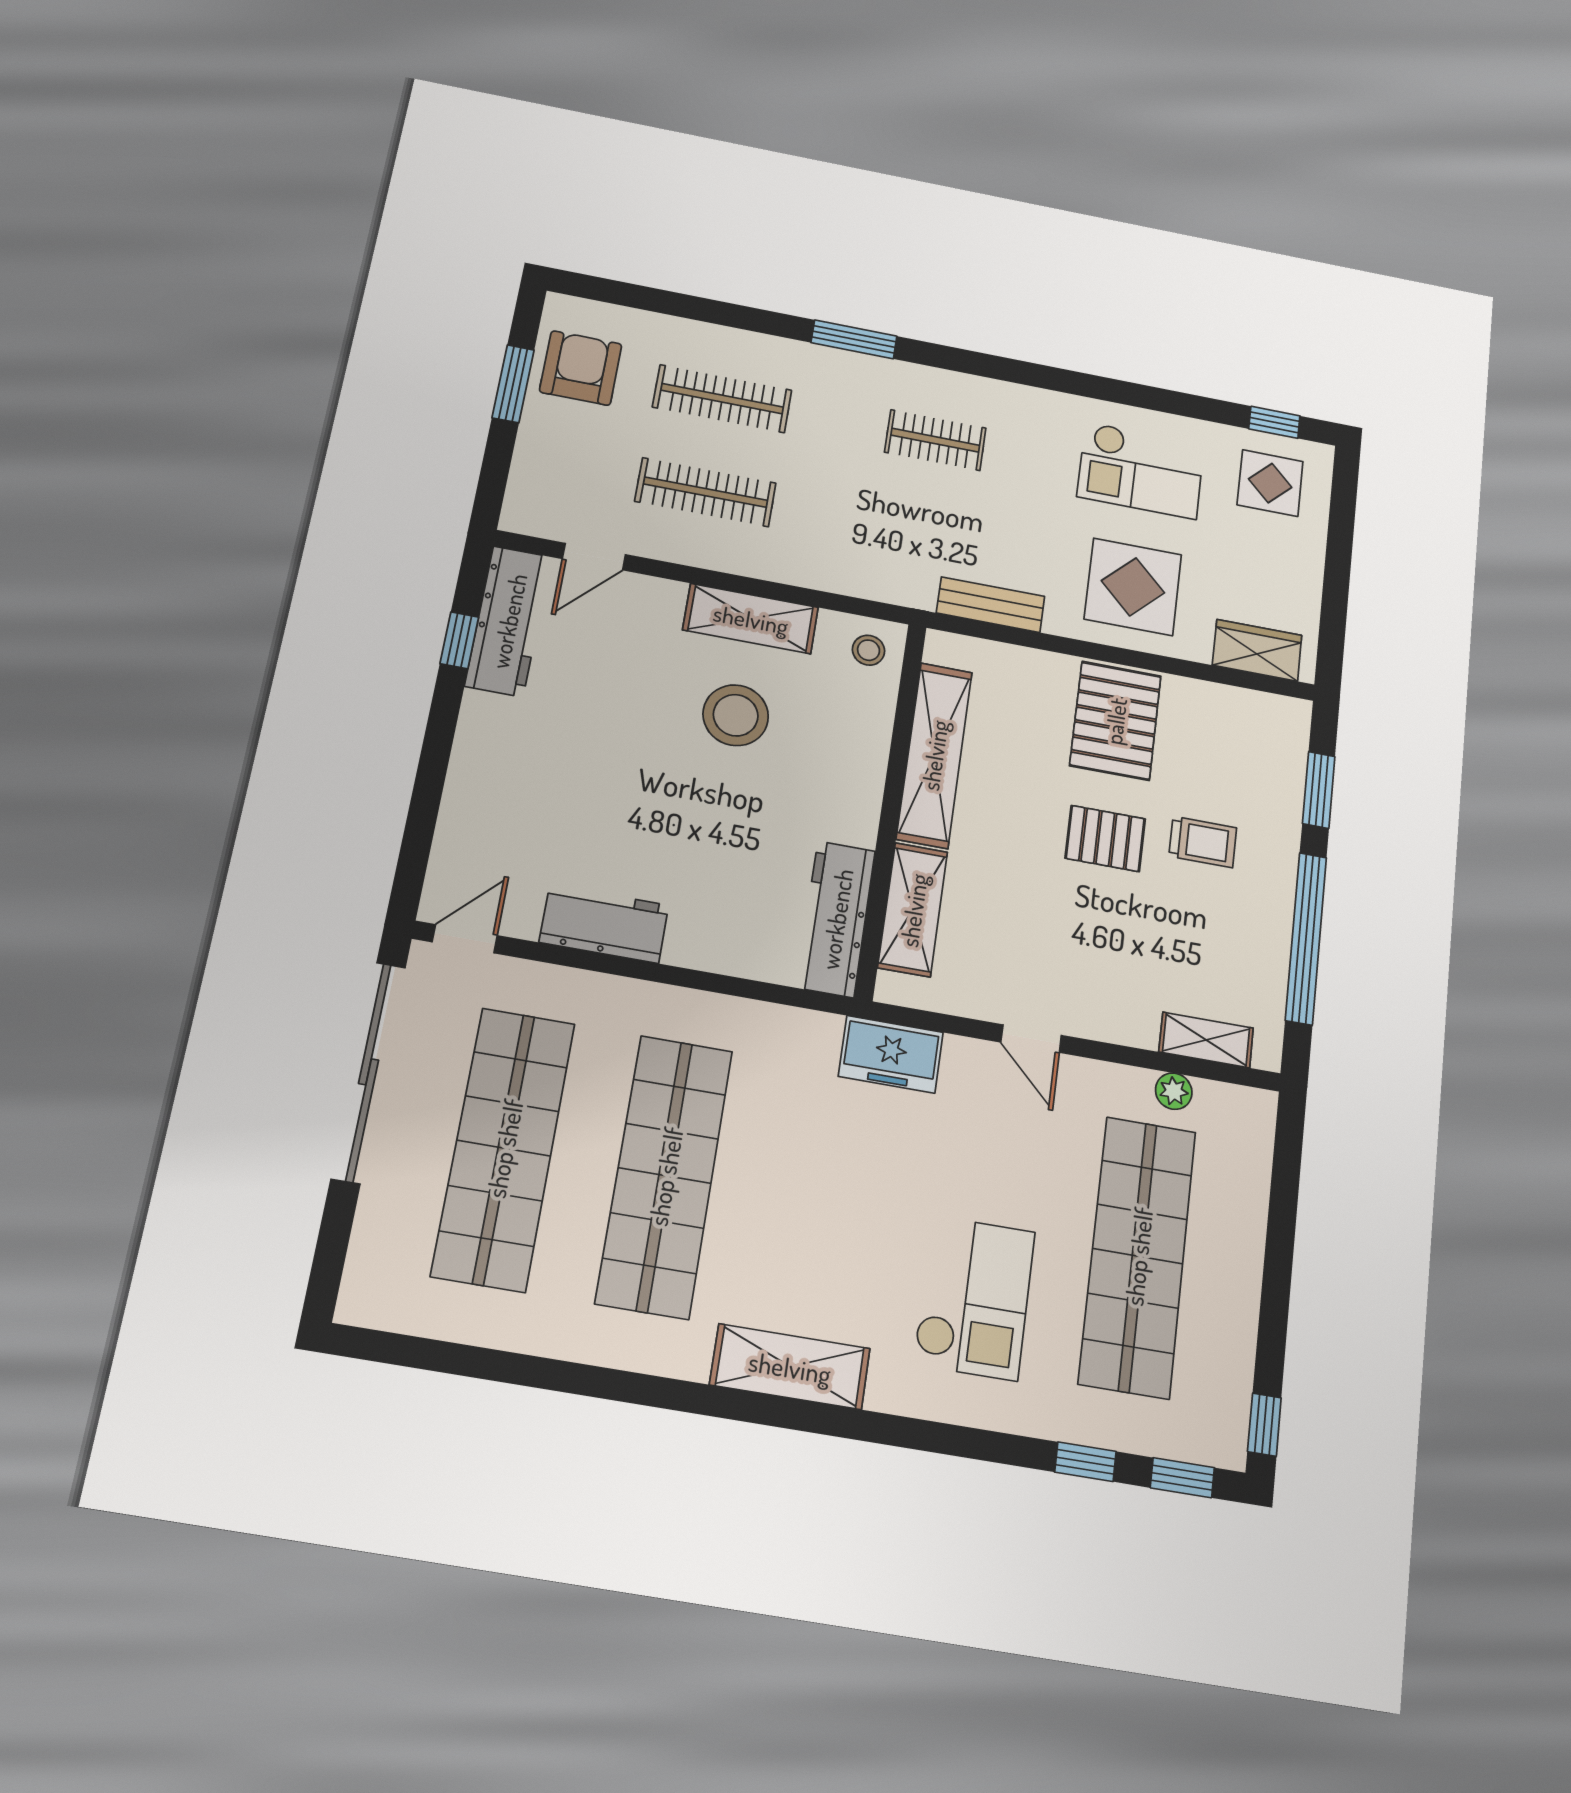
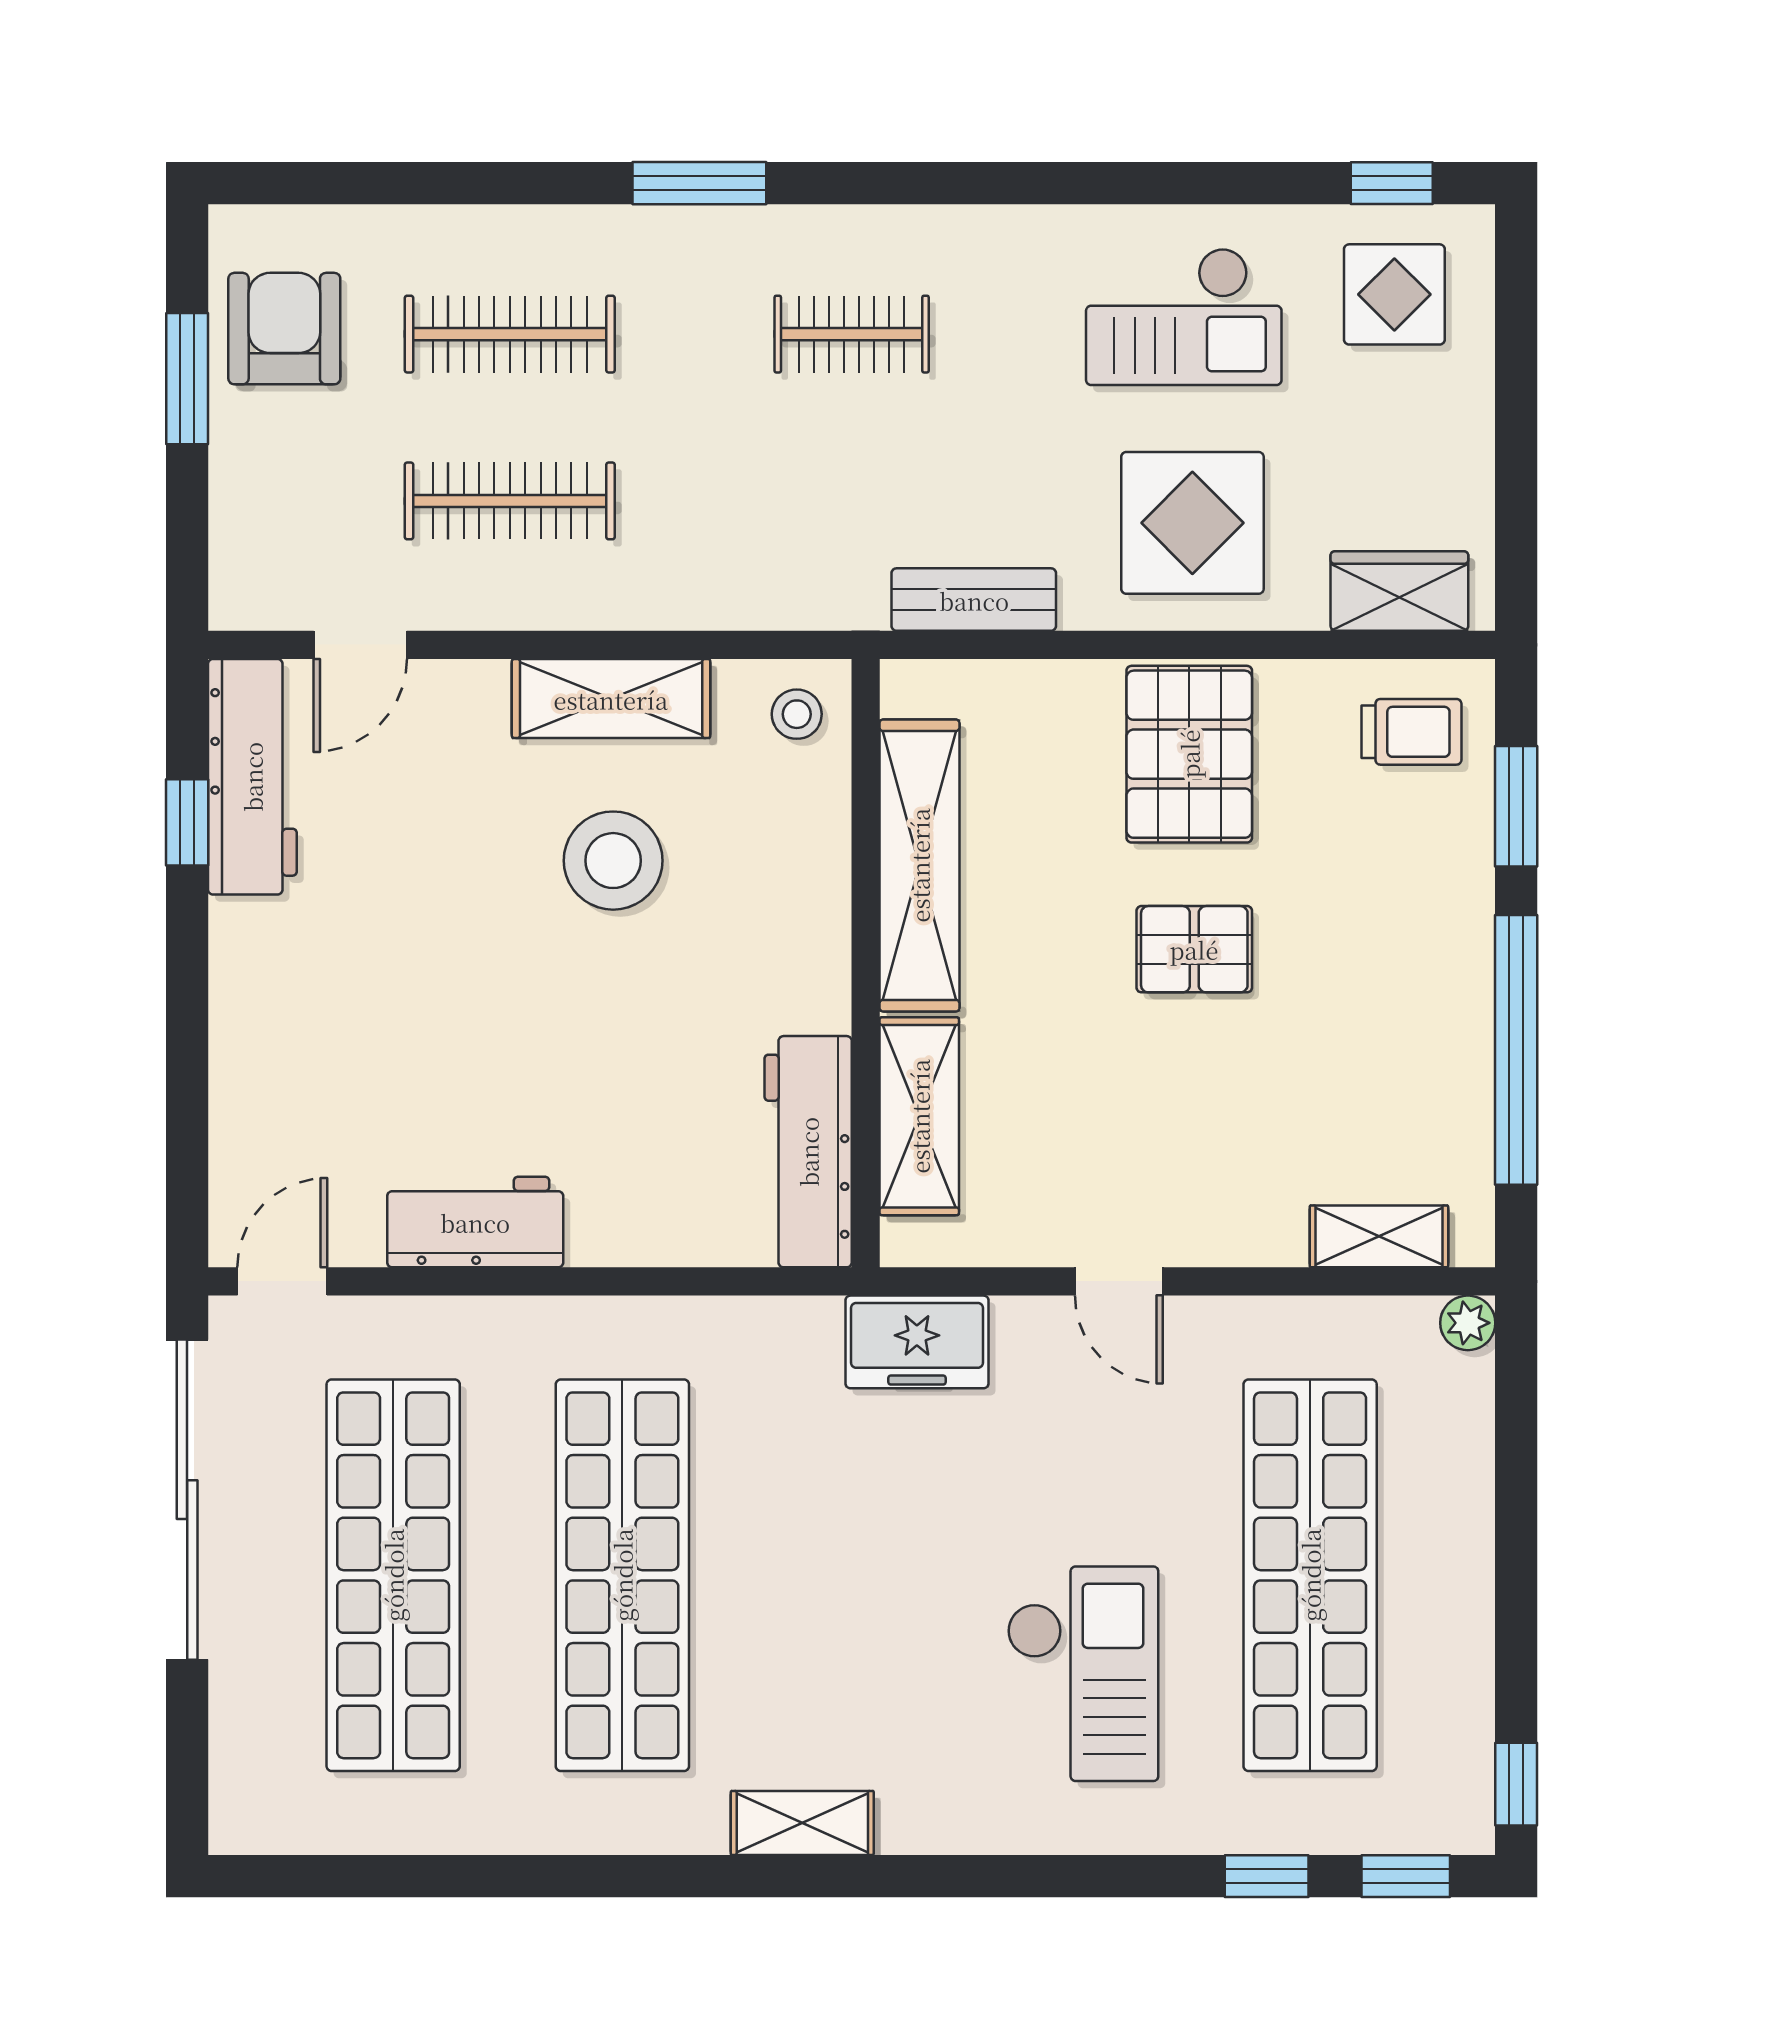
trolley: (1203, 842) -> (1411, 732), moved
plant: (1174, 1091) -> (1468, 1323), moved
shelving: (790, 1367) -> (802, 1823), width x0.67, depth x0.75

